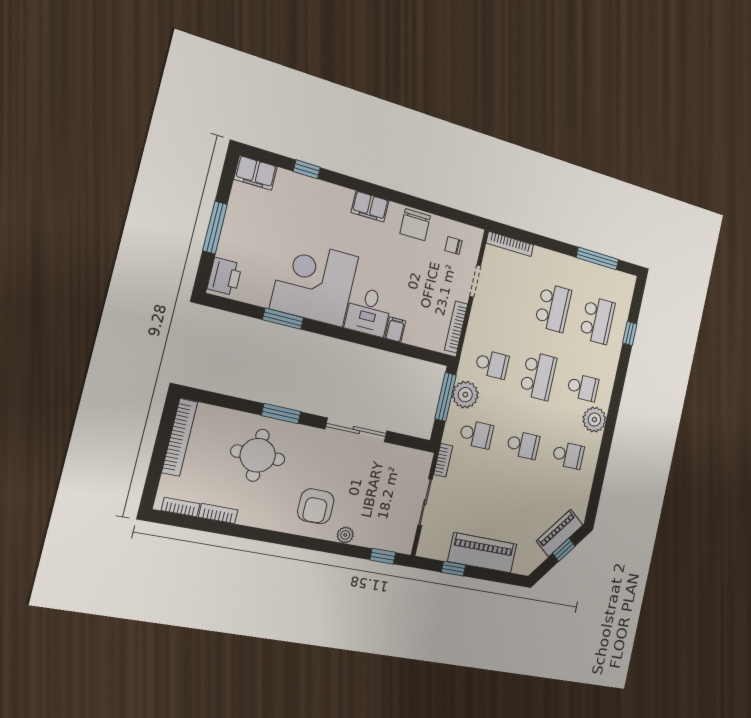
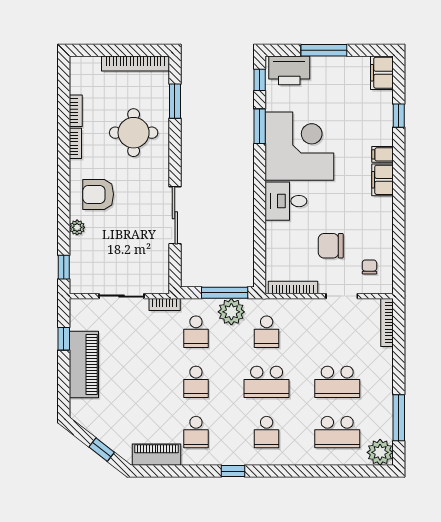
chair: (415, 225) -> (331, 246), moved
printer: (225, 276) -> (289, 70), width x1.37, depth x1.19
window: (232, 306) -> (260, 80), added
filing cabinet: (395, 330) -> (383, 154), moved, turned 180
window: (630, 333) -> (233, 471), moved
window: (281, 414) -> (175, 101), moved
plant: (594, 420) -> (380, 452), moved
bookcase: (181, 507) -> (75, 143), moved
piano: (560, 533) -> (157, 455), moved, turned -38

